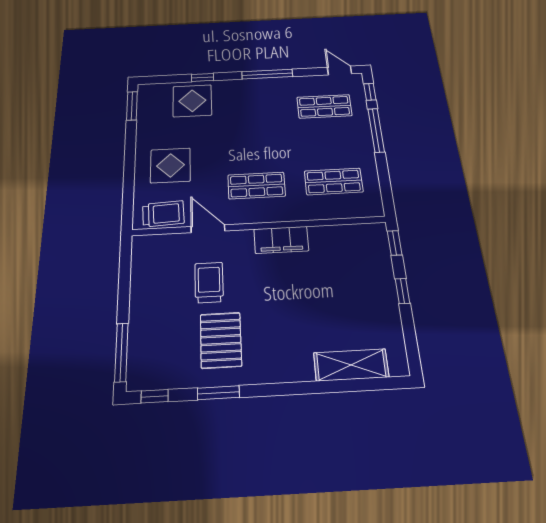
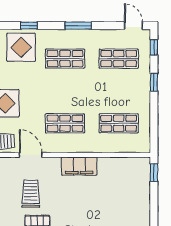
window: (267, 74) -> (78, 26), width x0.69
shop shelf: (252, 110) -> (65, 59), added
window: (376, 130) -> (154, 82), width x0.46
window: (402, 291) -> (154, 207), removed

